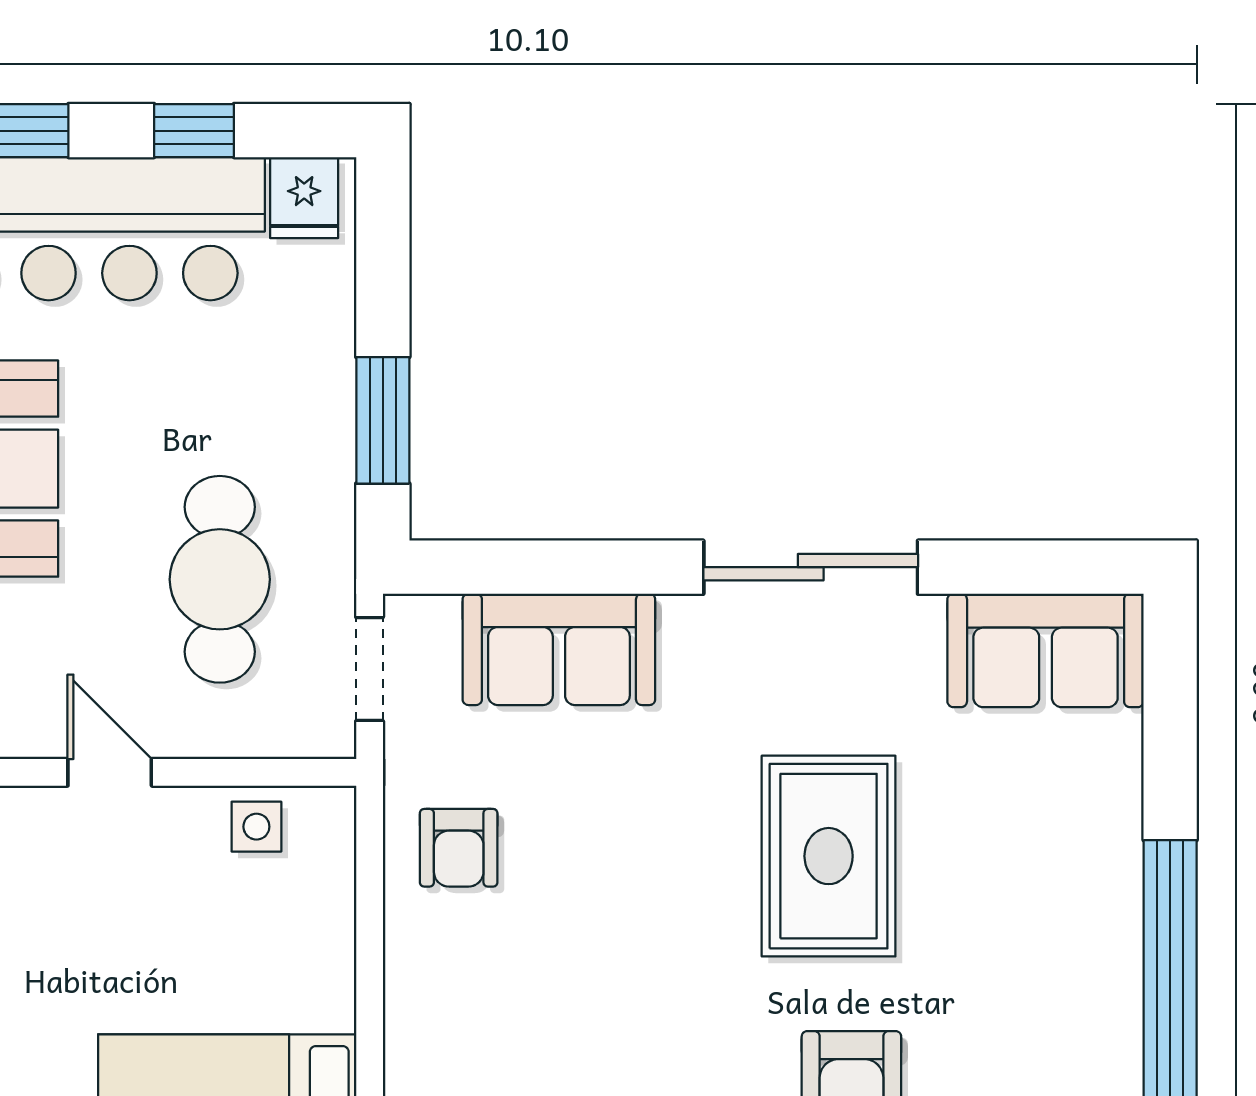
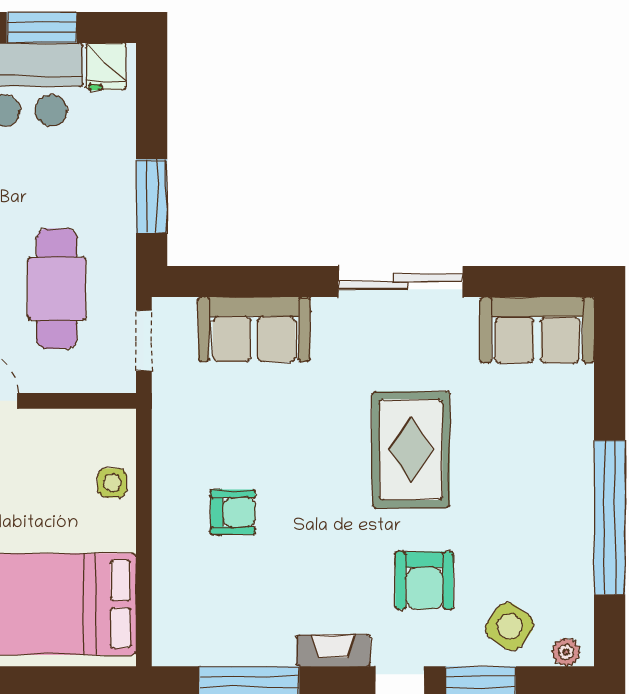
window: (194, 131) -> (42, 28), width x1.50
side table: (256, 827) -> (112, 483), moved
armchair: (459, 848) -> (233, 512), moved, turned -90

